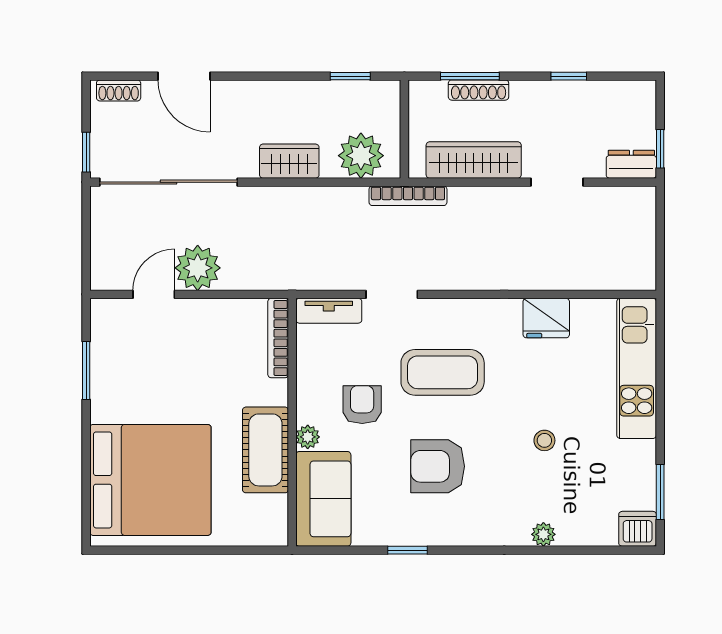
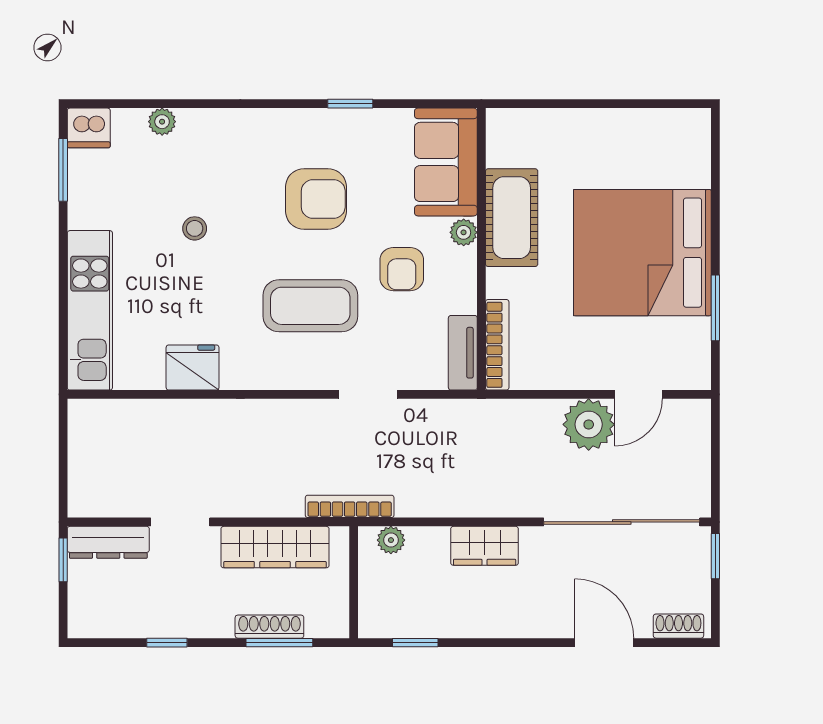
plant: (361, 156) -> (391, 540), width x0.53, depth x0.53
dresser: (631, 164) -> (108, 542), width x1.44
tv unit: (329, 311) -> (463, 353), moved, turned -90
bed: (150, 480) -> (642, 253), moved
plant: (543, 534) -> (162, 122), moved

